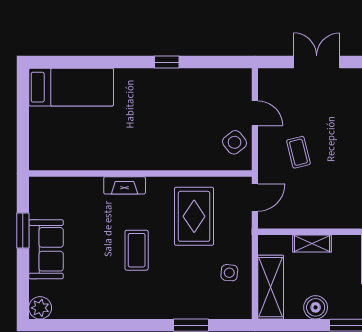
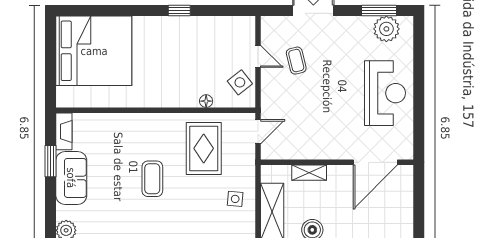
bed: (71, 87) -> (94, 51), width x2.04
coffee table: (298, 152) -> (296, 61), moved
floor lamp: (197, 163) -> (206, 101), added
fireplace: (125, 185) -> (64, 131), moved, turned -90

